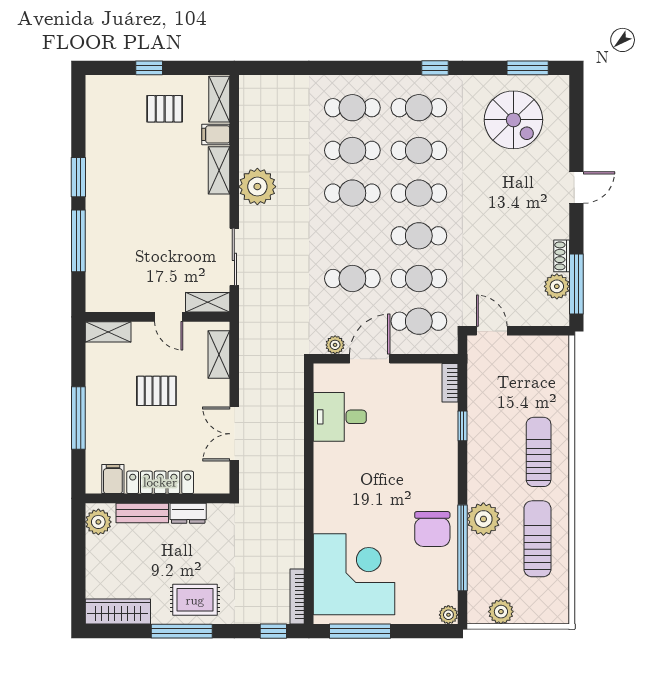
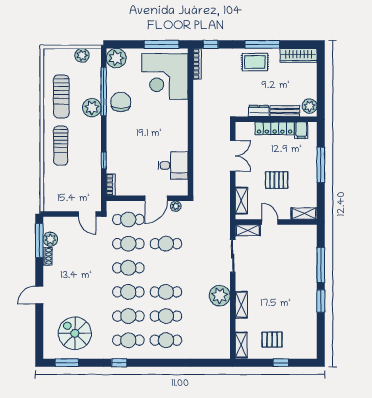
filing cabinet: (216, 134) -> (243, 325), removed
plant: (448, 615) -> (116, 58), width x1.87, depth x1.87

